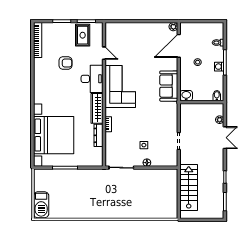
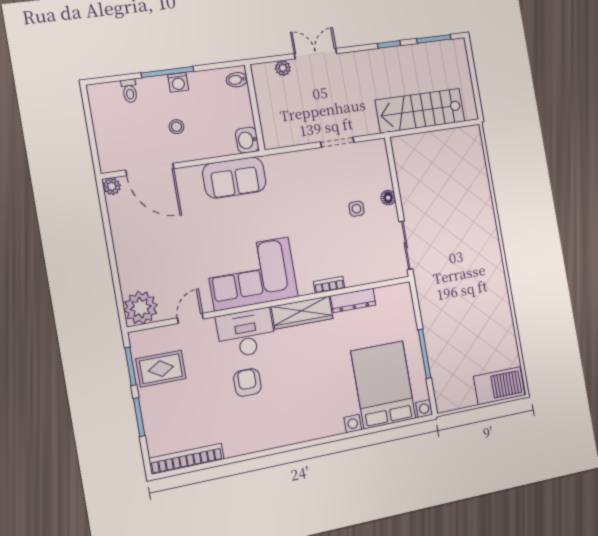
plant: (113, 31) -> (141, 308), added
armchair: (65, 63) -> (247, 382), moved
bed with nightstands: (54, 135) -> (383, 385), width x0.73

